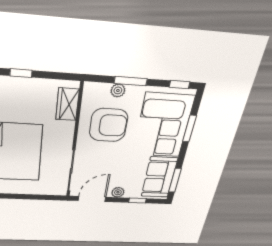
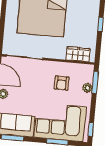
window: (131, 81) -> (95, 82), moved
armchair: (109, 125) -> (62, 83), width x0.53, depth x0.53

